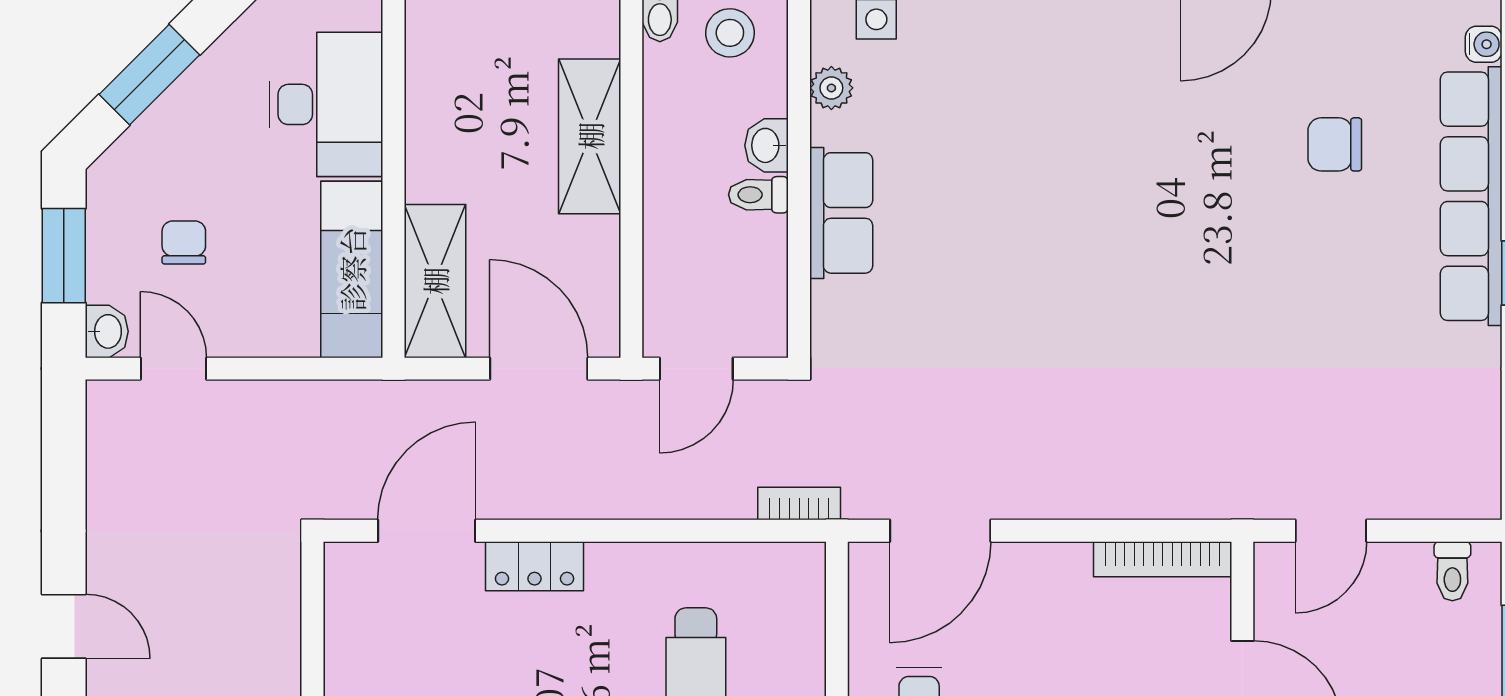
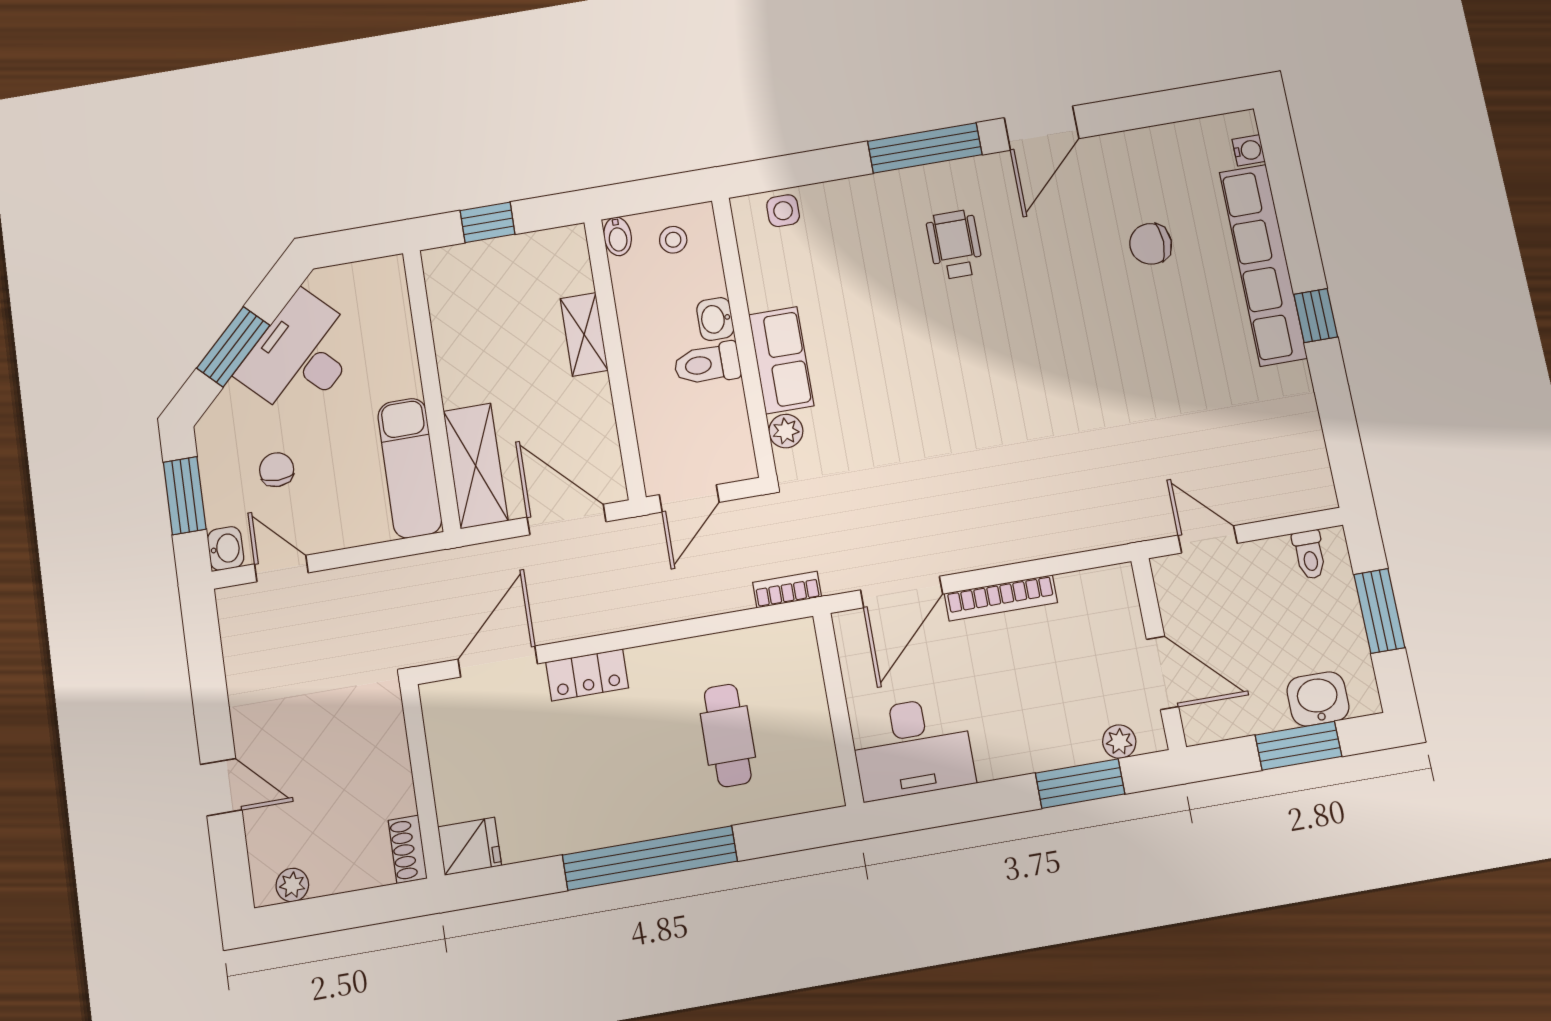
stool: (730, 33) -> (673, 240), width x0.73, depth x0.73
plant: (831, 88) -> (786, 431), moved
wheelchair: (1087, 102) -> (955, 245), added
desk: (326, 104) -> (301, 356), moved, turned -135
shelving: (590, 136) -> (584, 334), width x0.67, depth x0.75
toilet: (758, 195) -> (707, 364), width x1.37, depth x1.39
door: (1331, 531) -> (1208, 539), swing flipped
bookcase: (1163, 559) -> (1001, 598), moved

